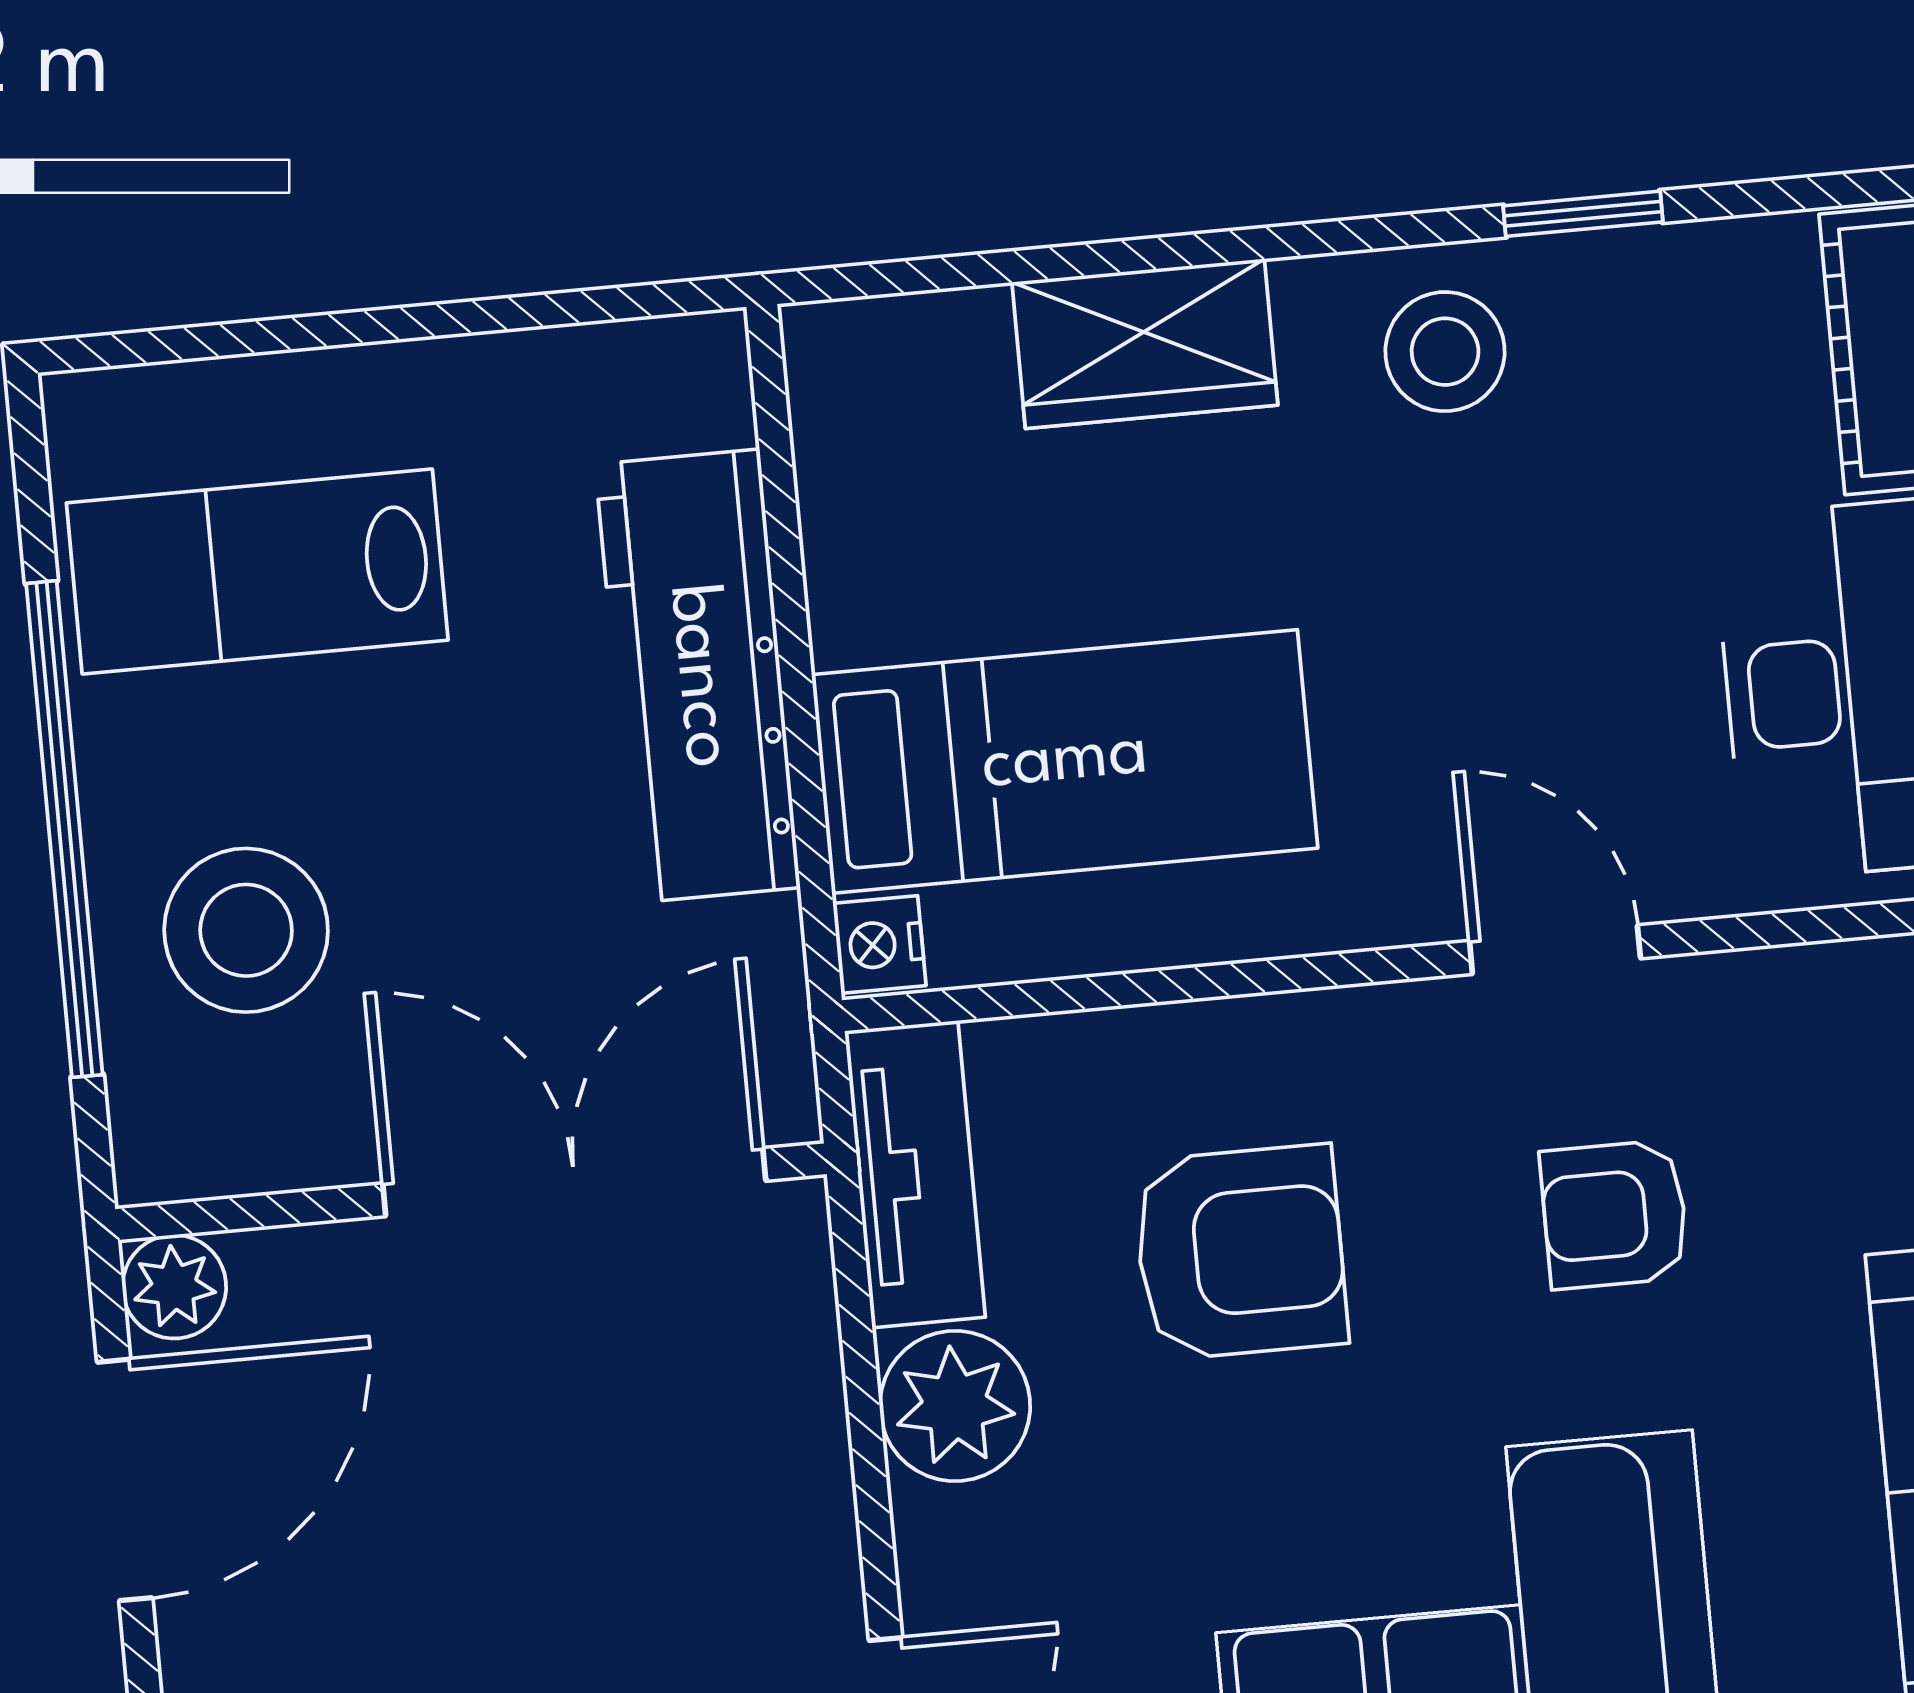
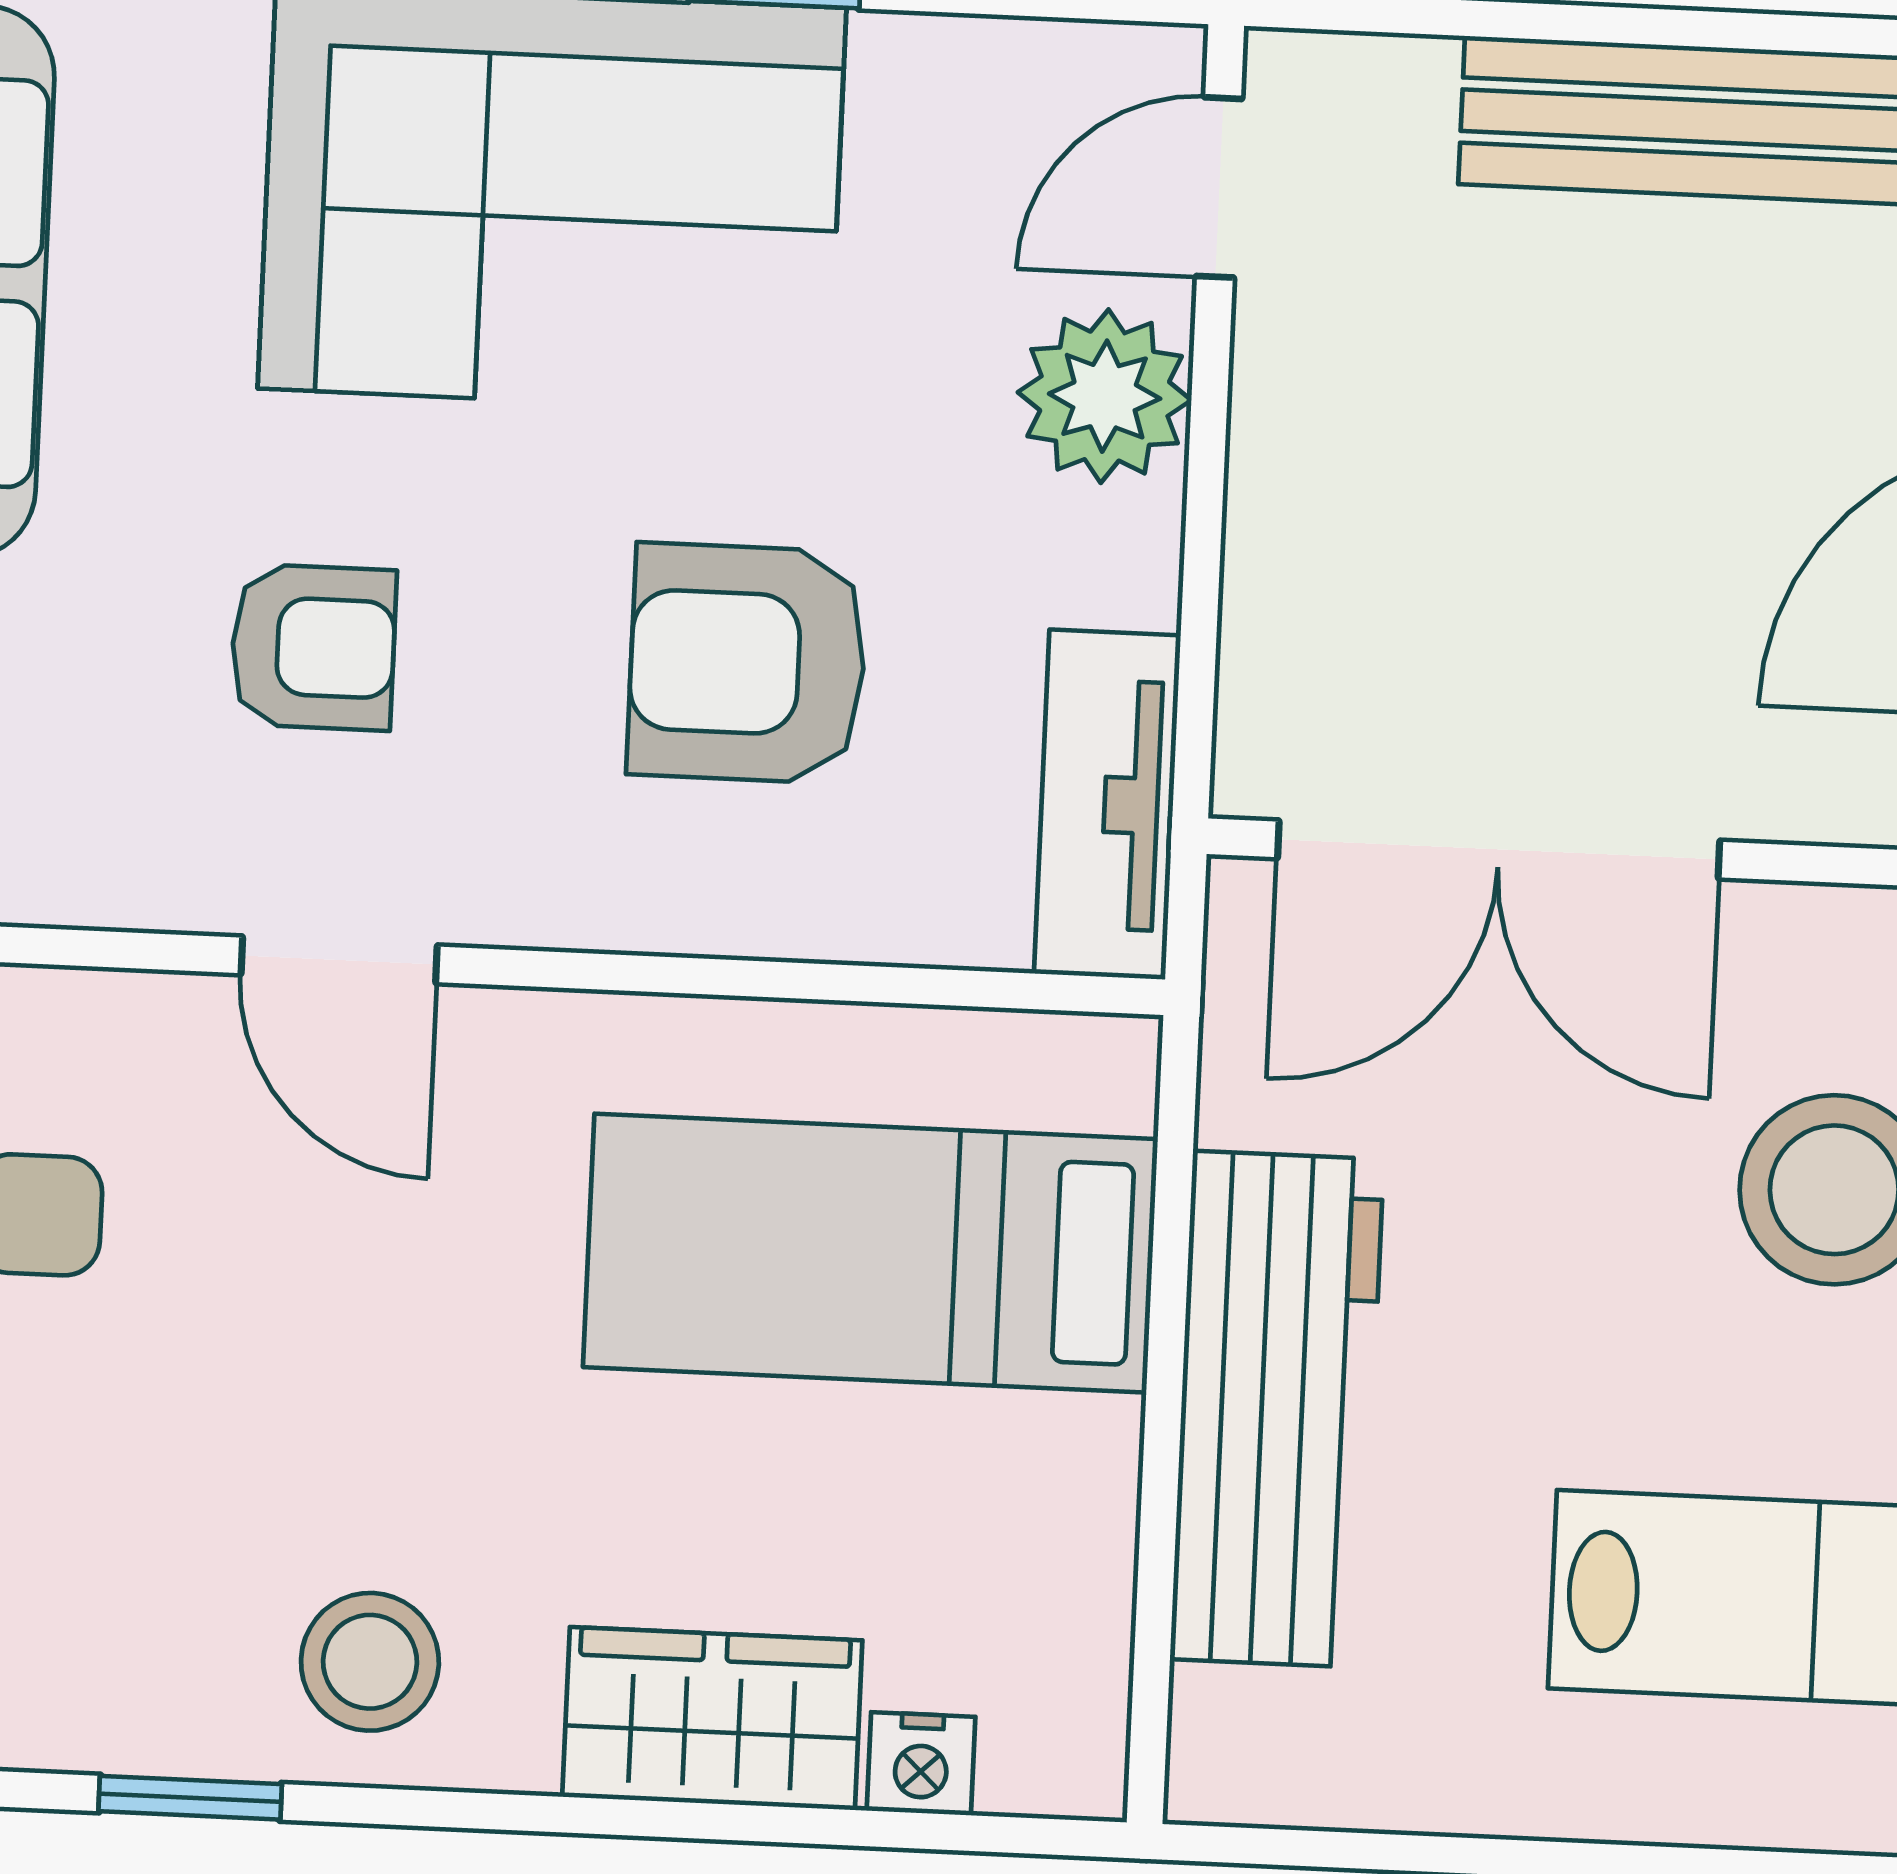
nightstand: (879, 945) -> (921, 1764), moved, turned 90
plant: (955, 1406) -> (1105, 396), moved

